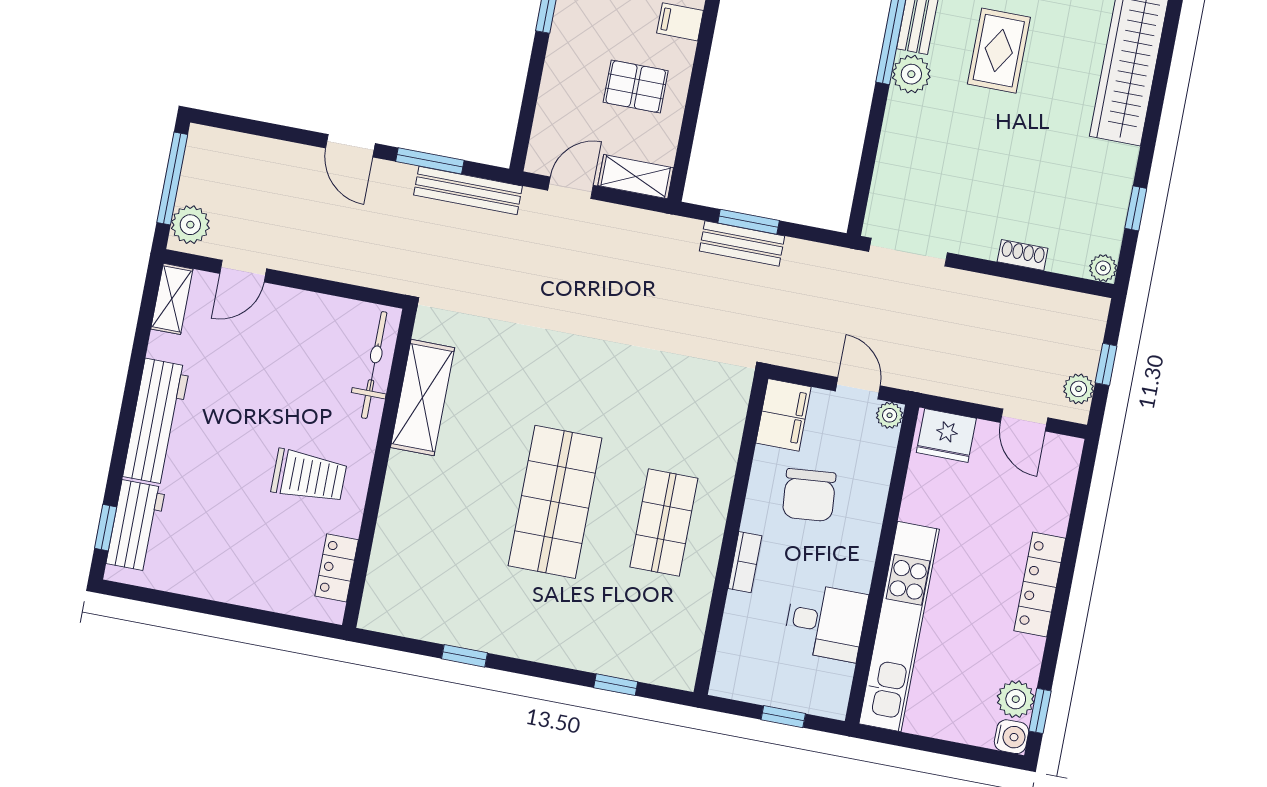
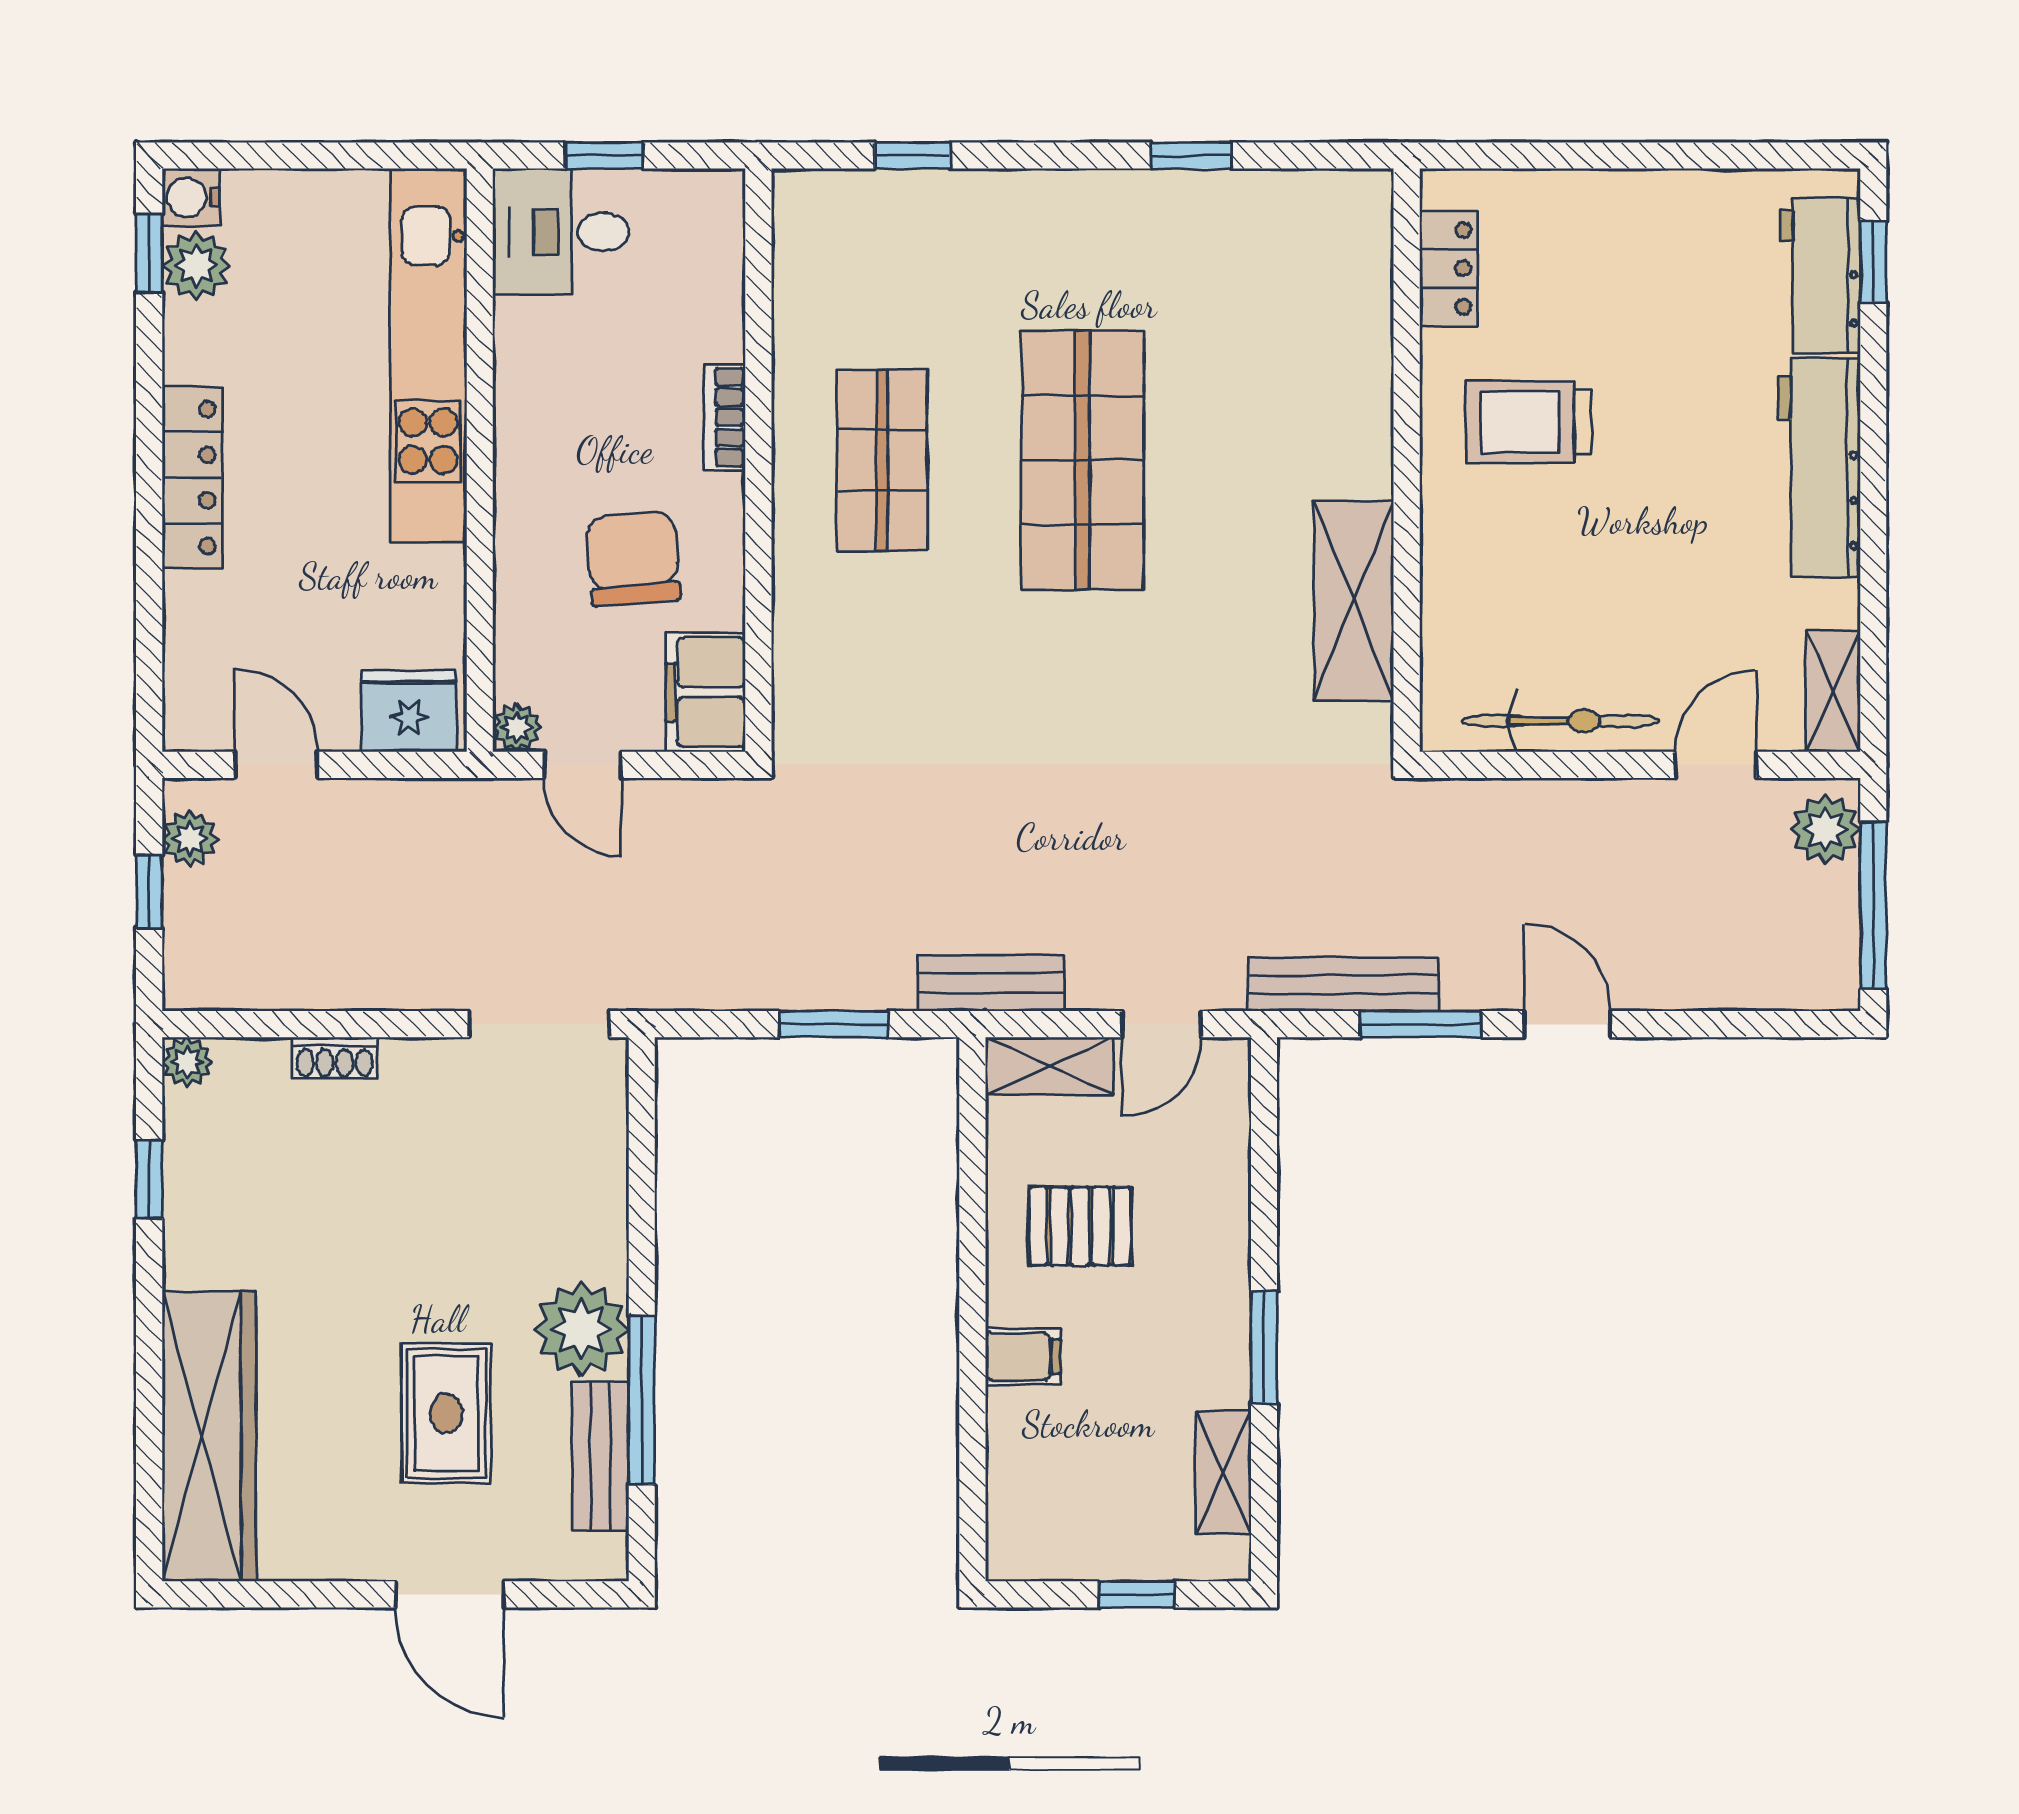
plant: (911, 74) -> (581, 1329), width x1.36, depth x1.36
bench: (742, 243) -> (991, 983), moved
bicycle: (374, 365) -> (1560, 721), moved, turned -90
desk: (825, 622) -> (561, 232), moved

